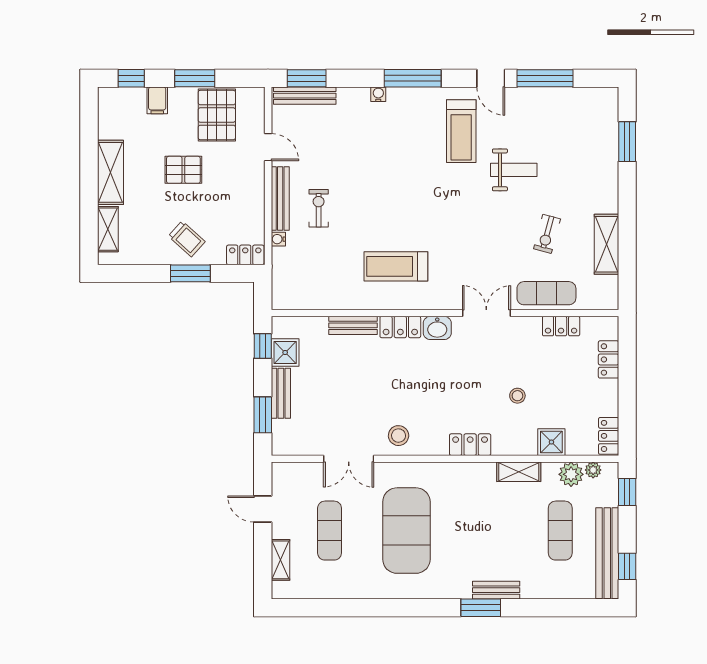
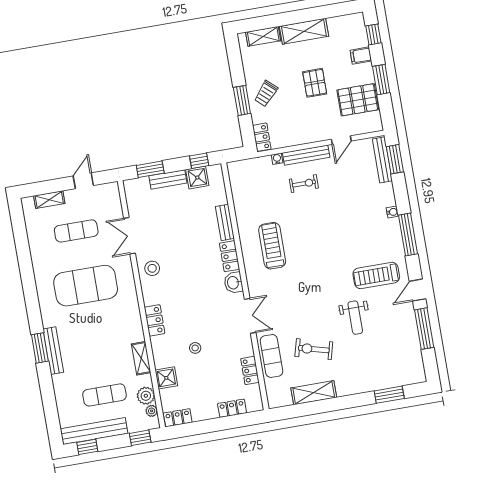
exercise bike: (547, 234) -> (314, 349), width x1.38, depth x1.39
bench: (496, 590) -> (53, 351), width x1.36

